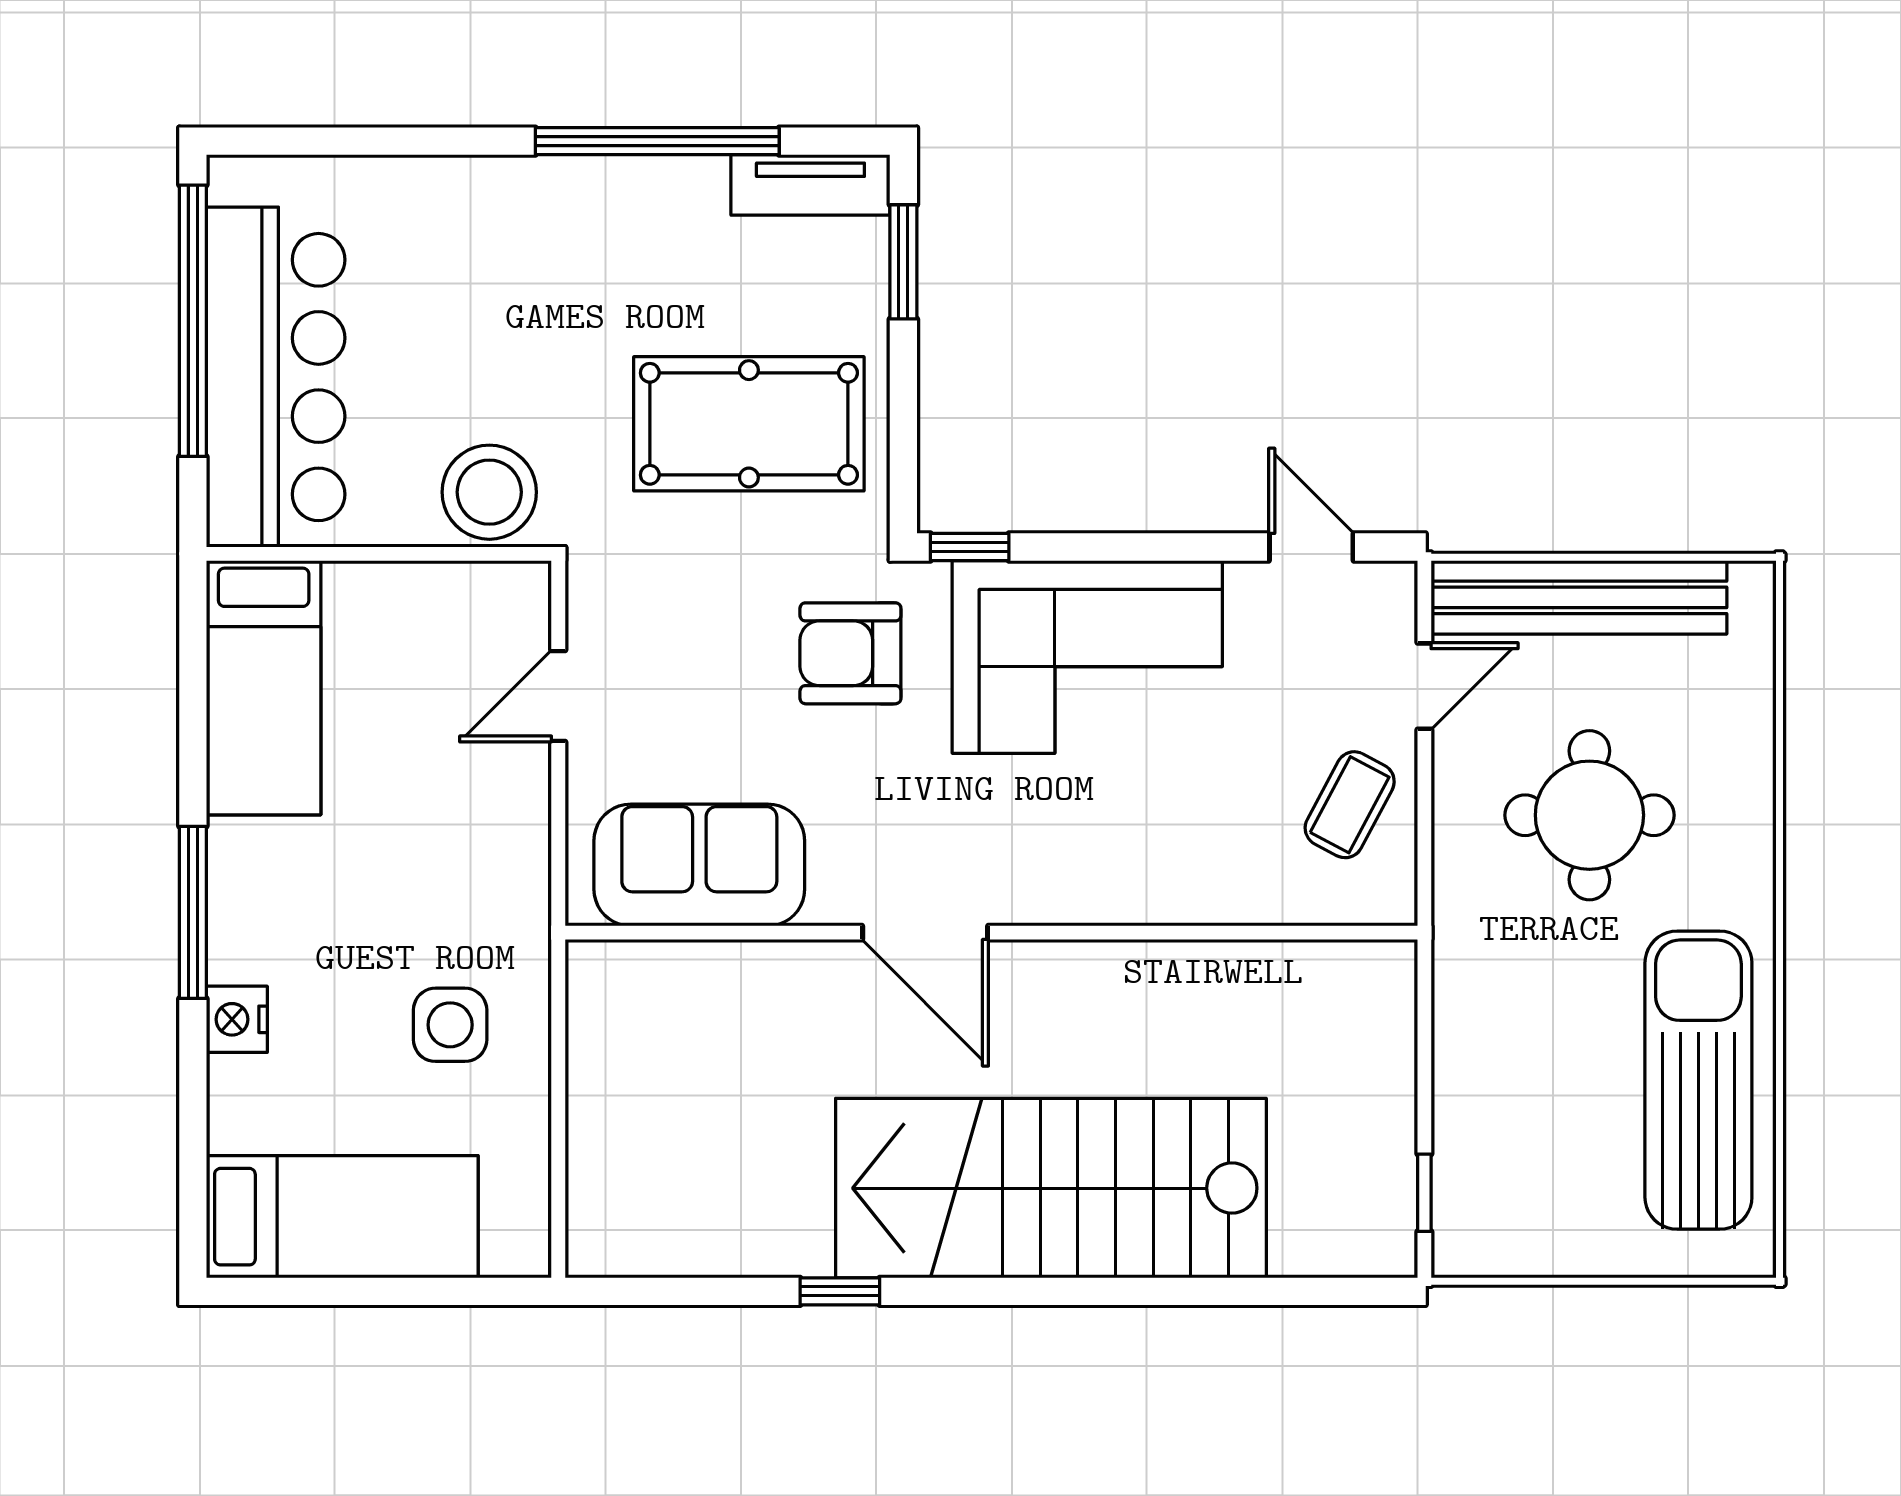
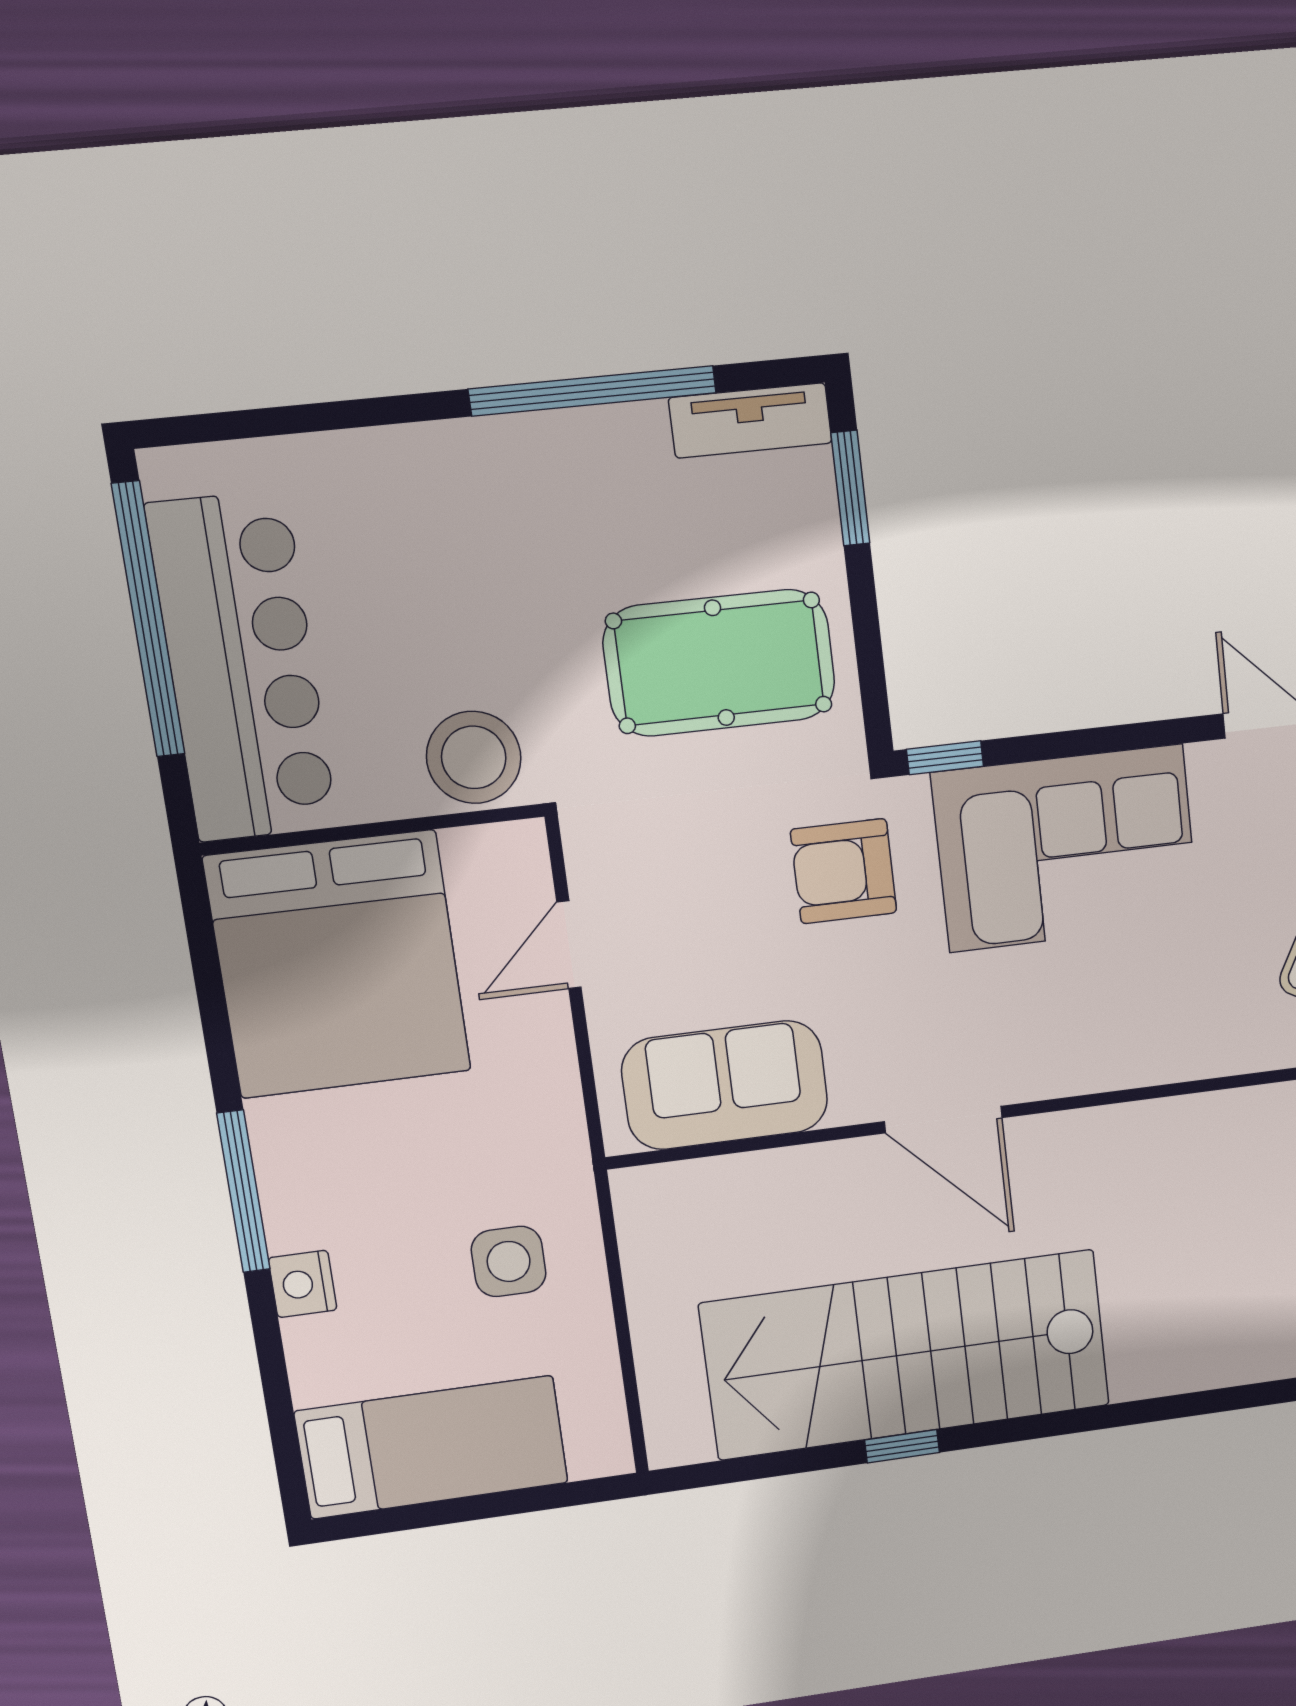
bed: (264, 688) -> (338, 964), width x2.04
stairs: (1051, 1188) -> (906, 1355), moved

